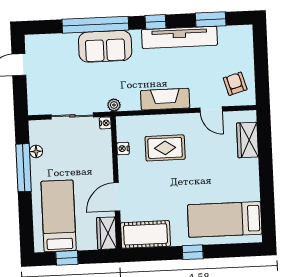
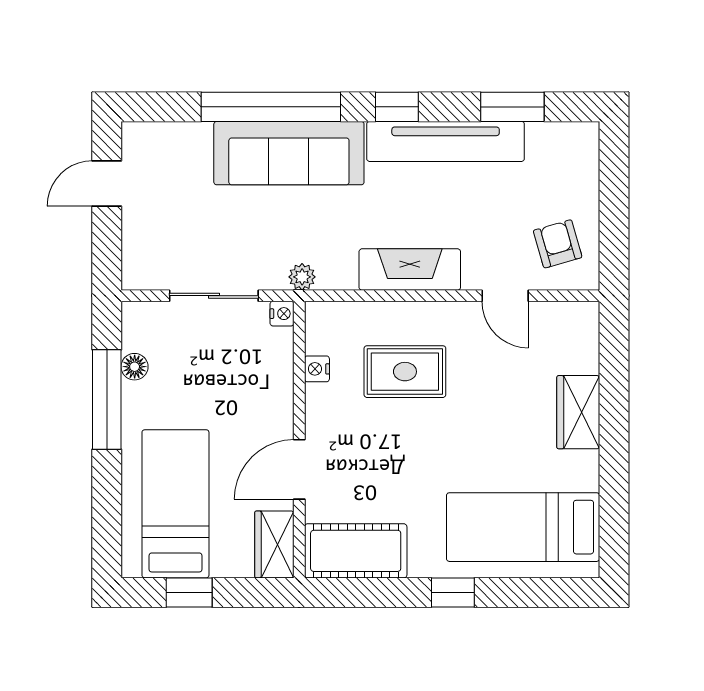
sofa: (105, 46) -> (289, 153), width x1.36
wardrobe: (247, 140) -> (578, 412), moved

